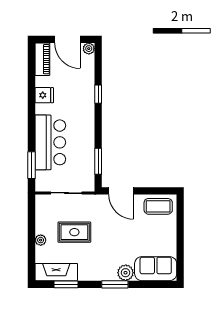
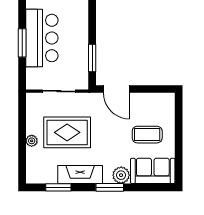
window: (31, 165) -> (22, 43), moved
coffee table: (158, 206) -> (147, 135), moved
rug: (74, 232) -> (67, 132), width x1.36, depth x1.43
fireplace: (56, 272) -> (80, 174), moved

